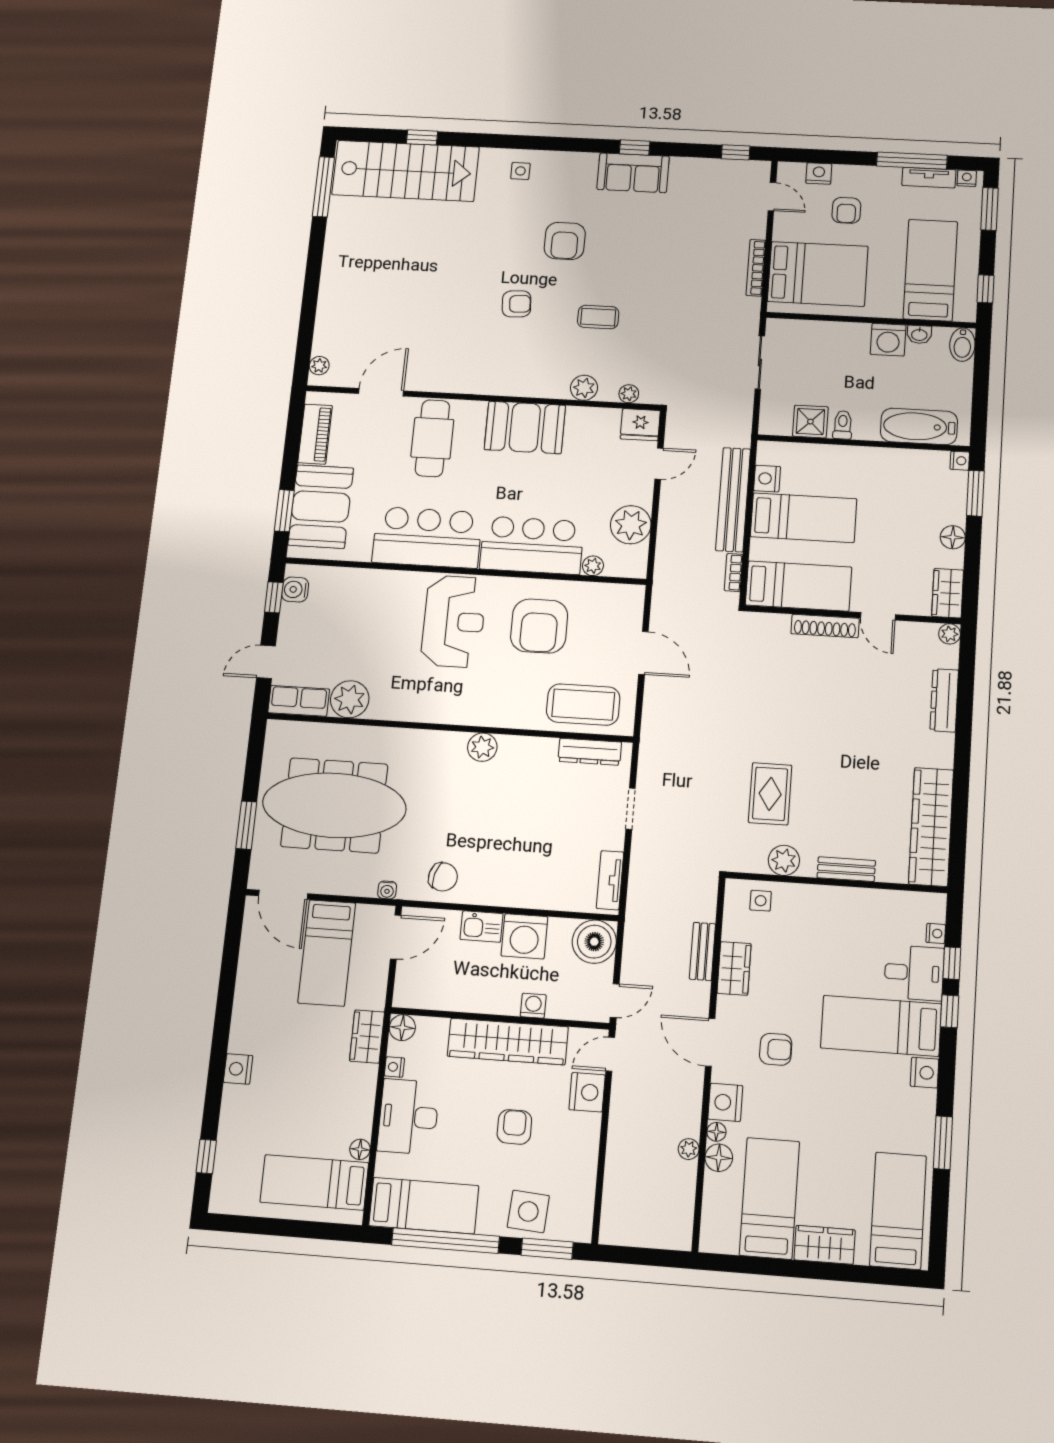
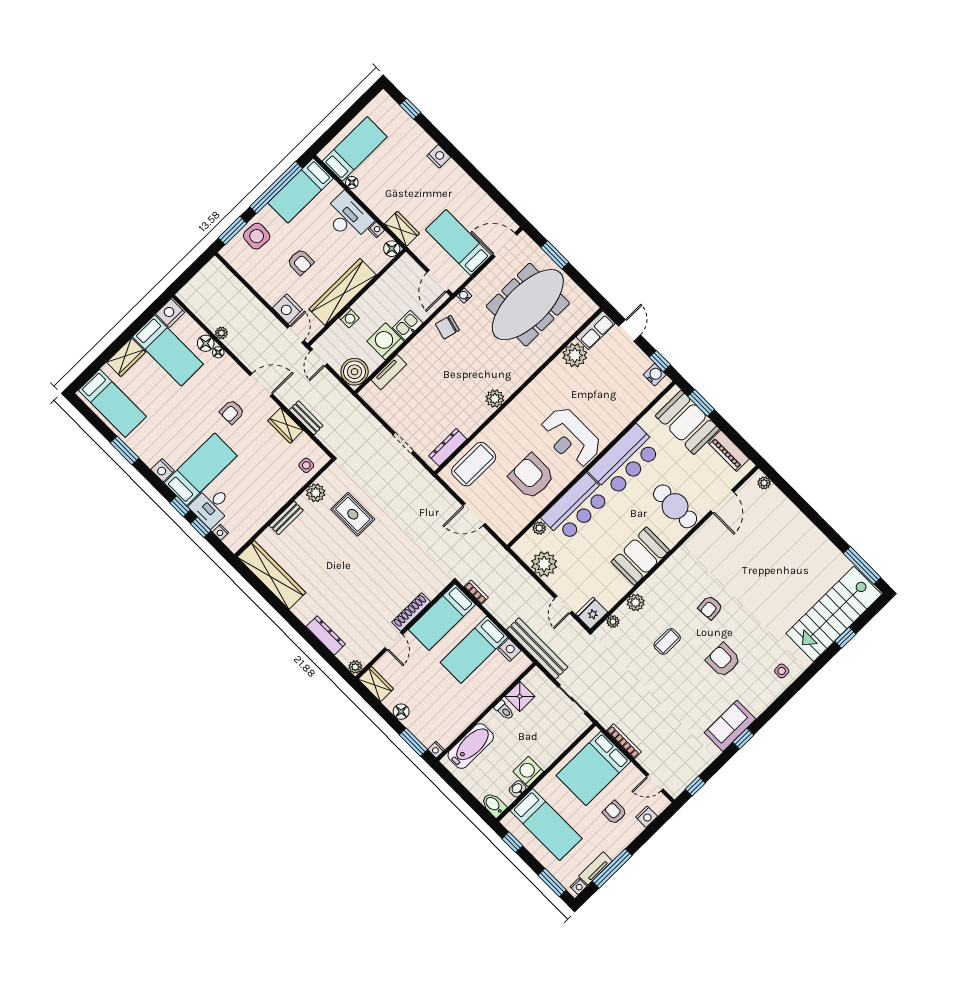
bench: (733, 500) -> (537, 649), moved
door: (878, 616) -> (394, 641), swing flipped
tv unit: (610, 880) -> (389, 372), moved, turned 90
nightstand: (725, 1102) -> (170, 313), moved, turned -90

